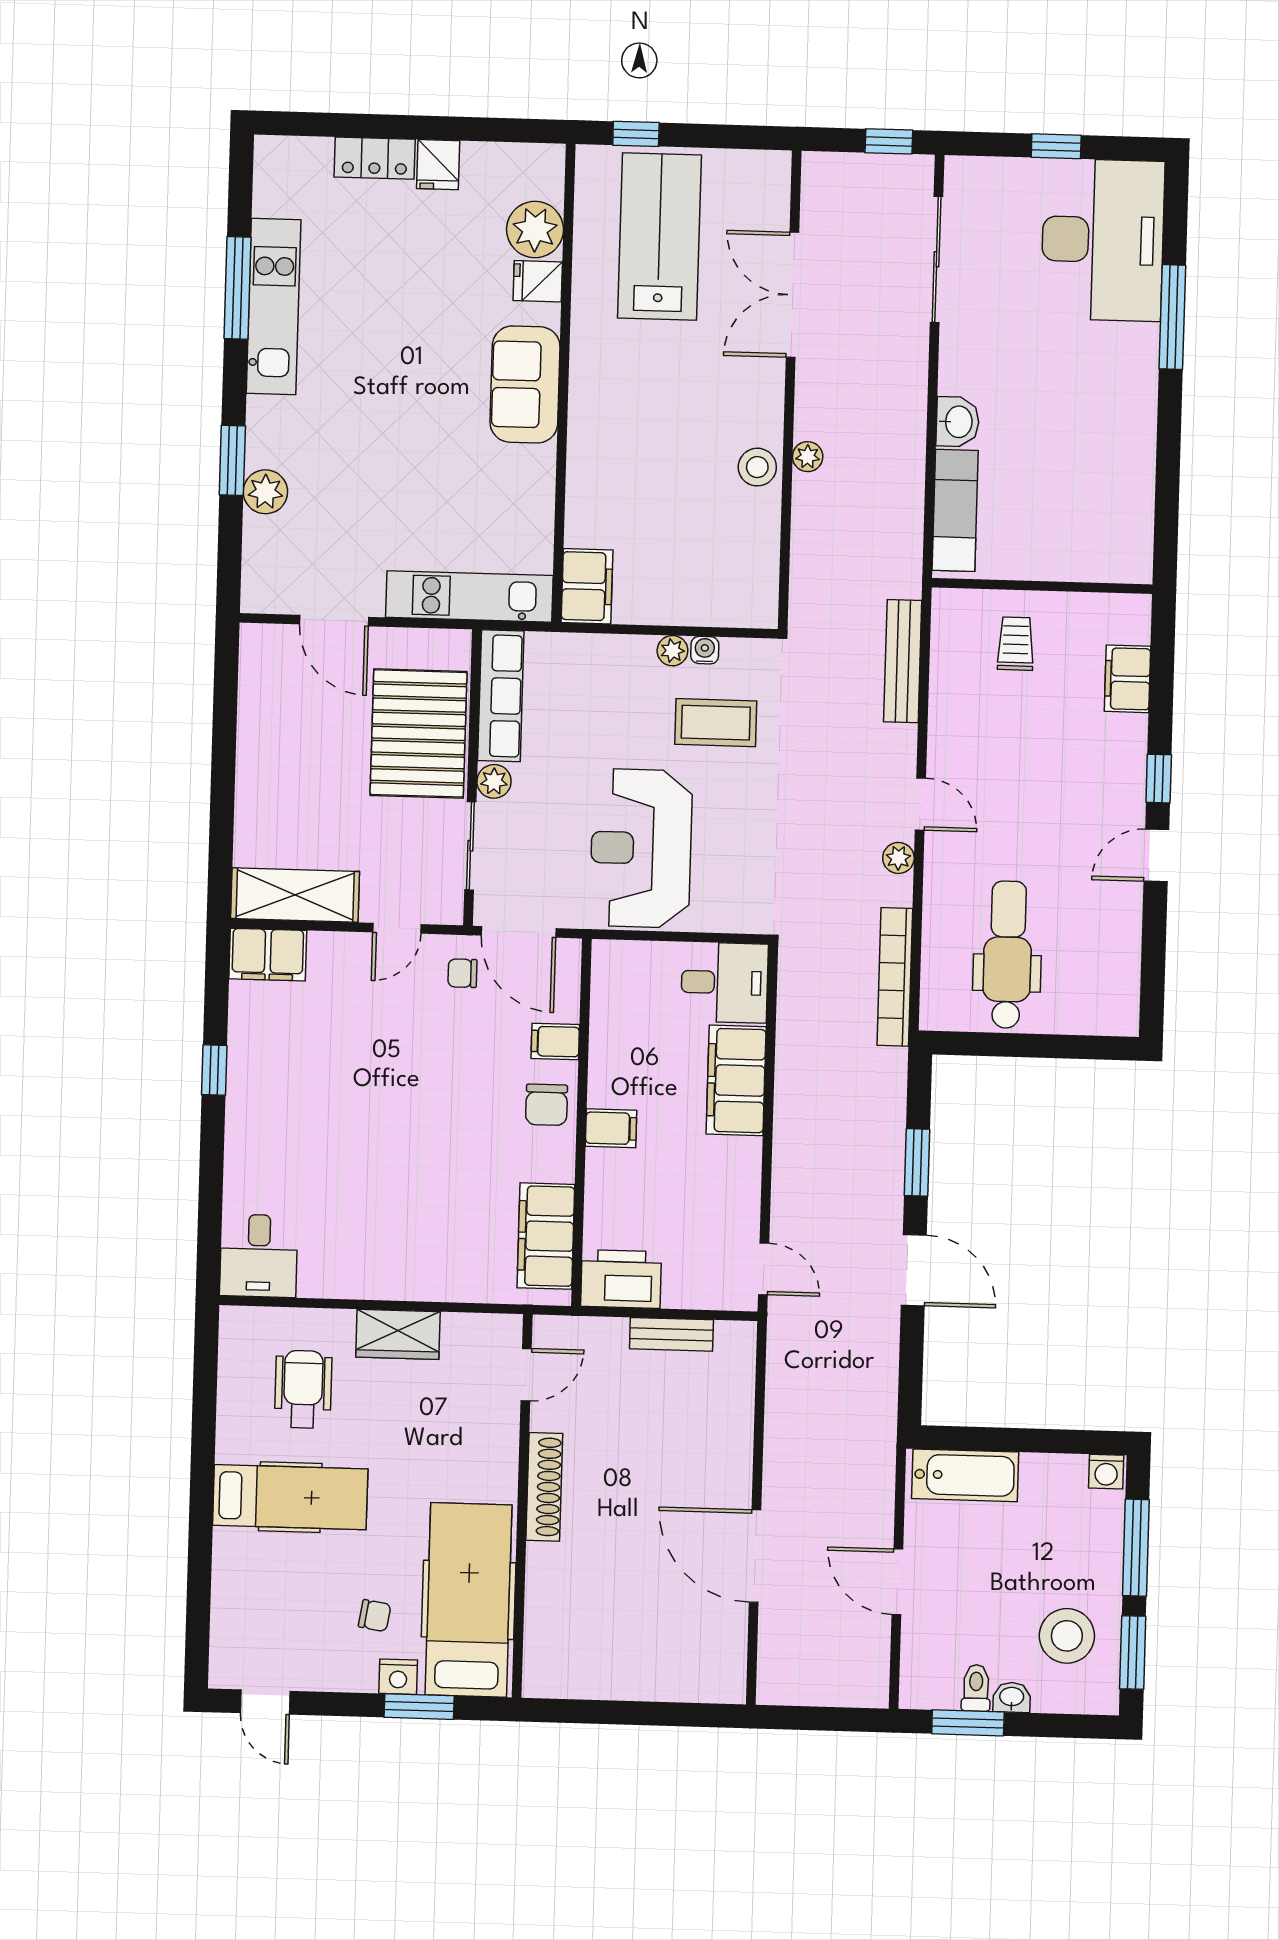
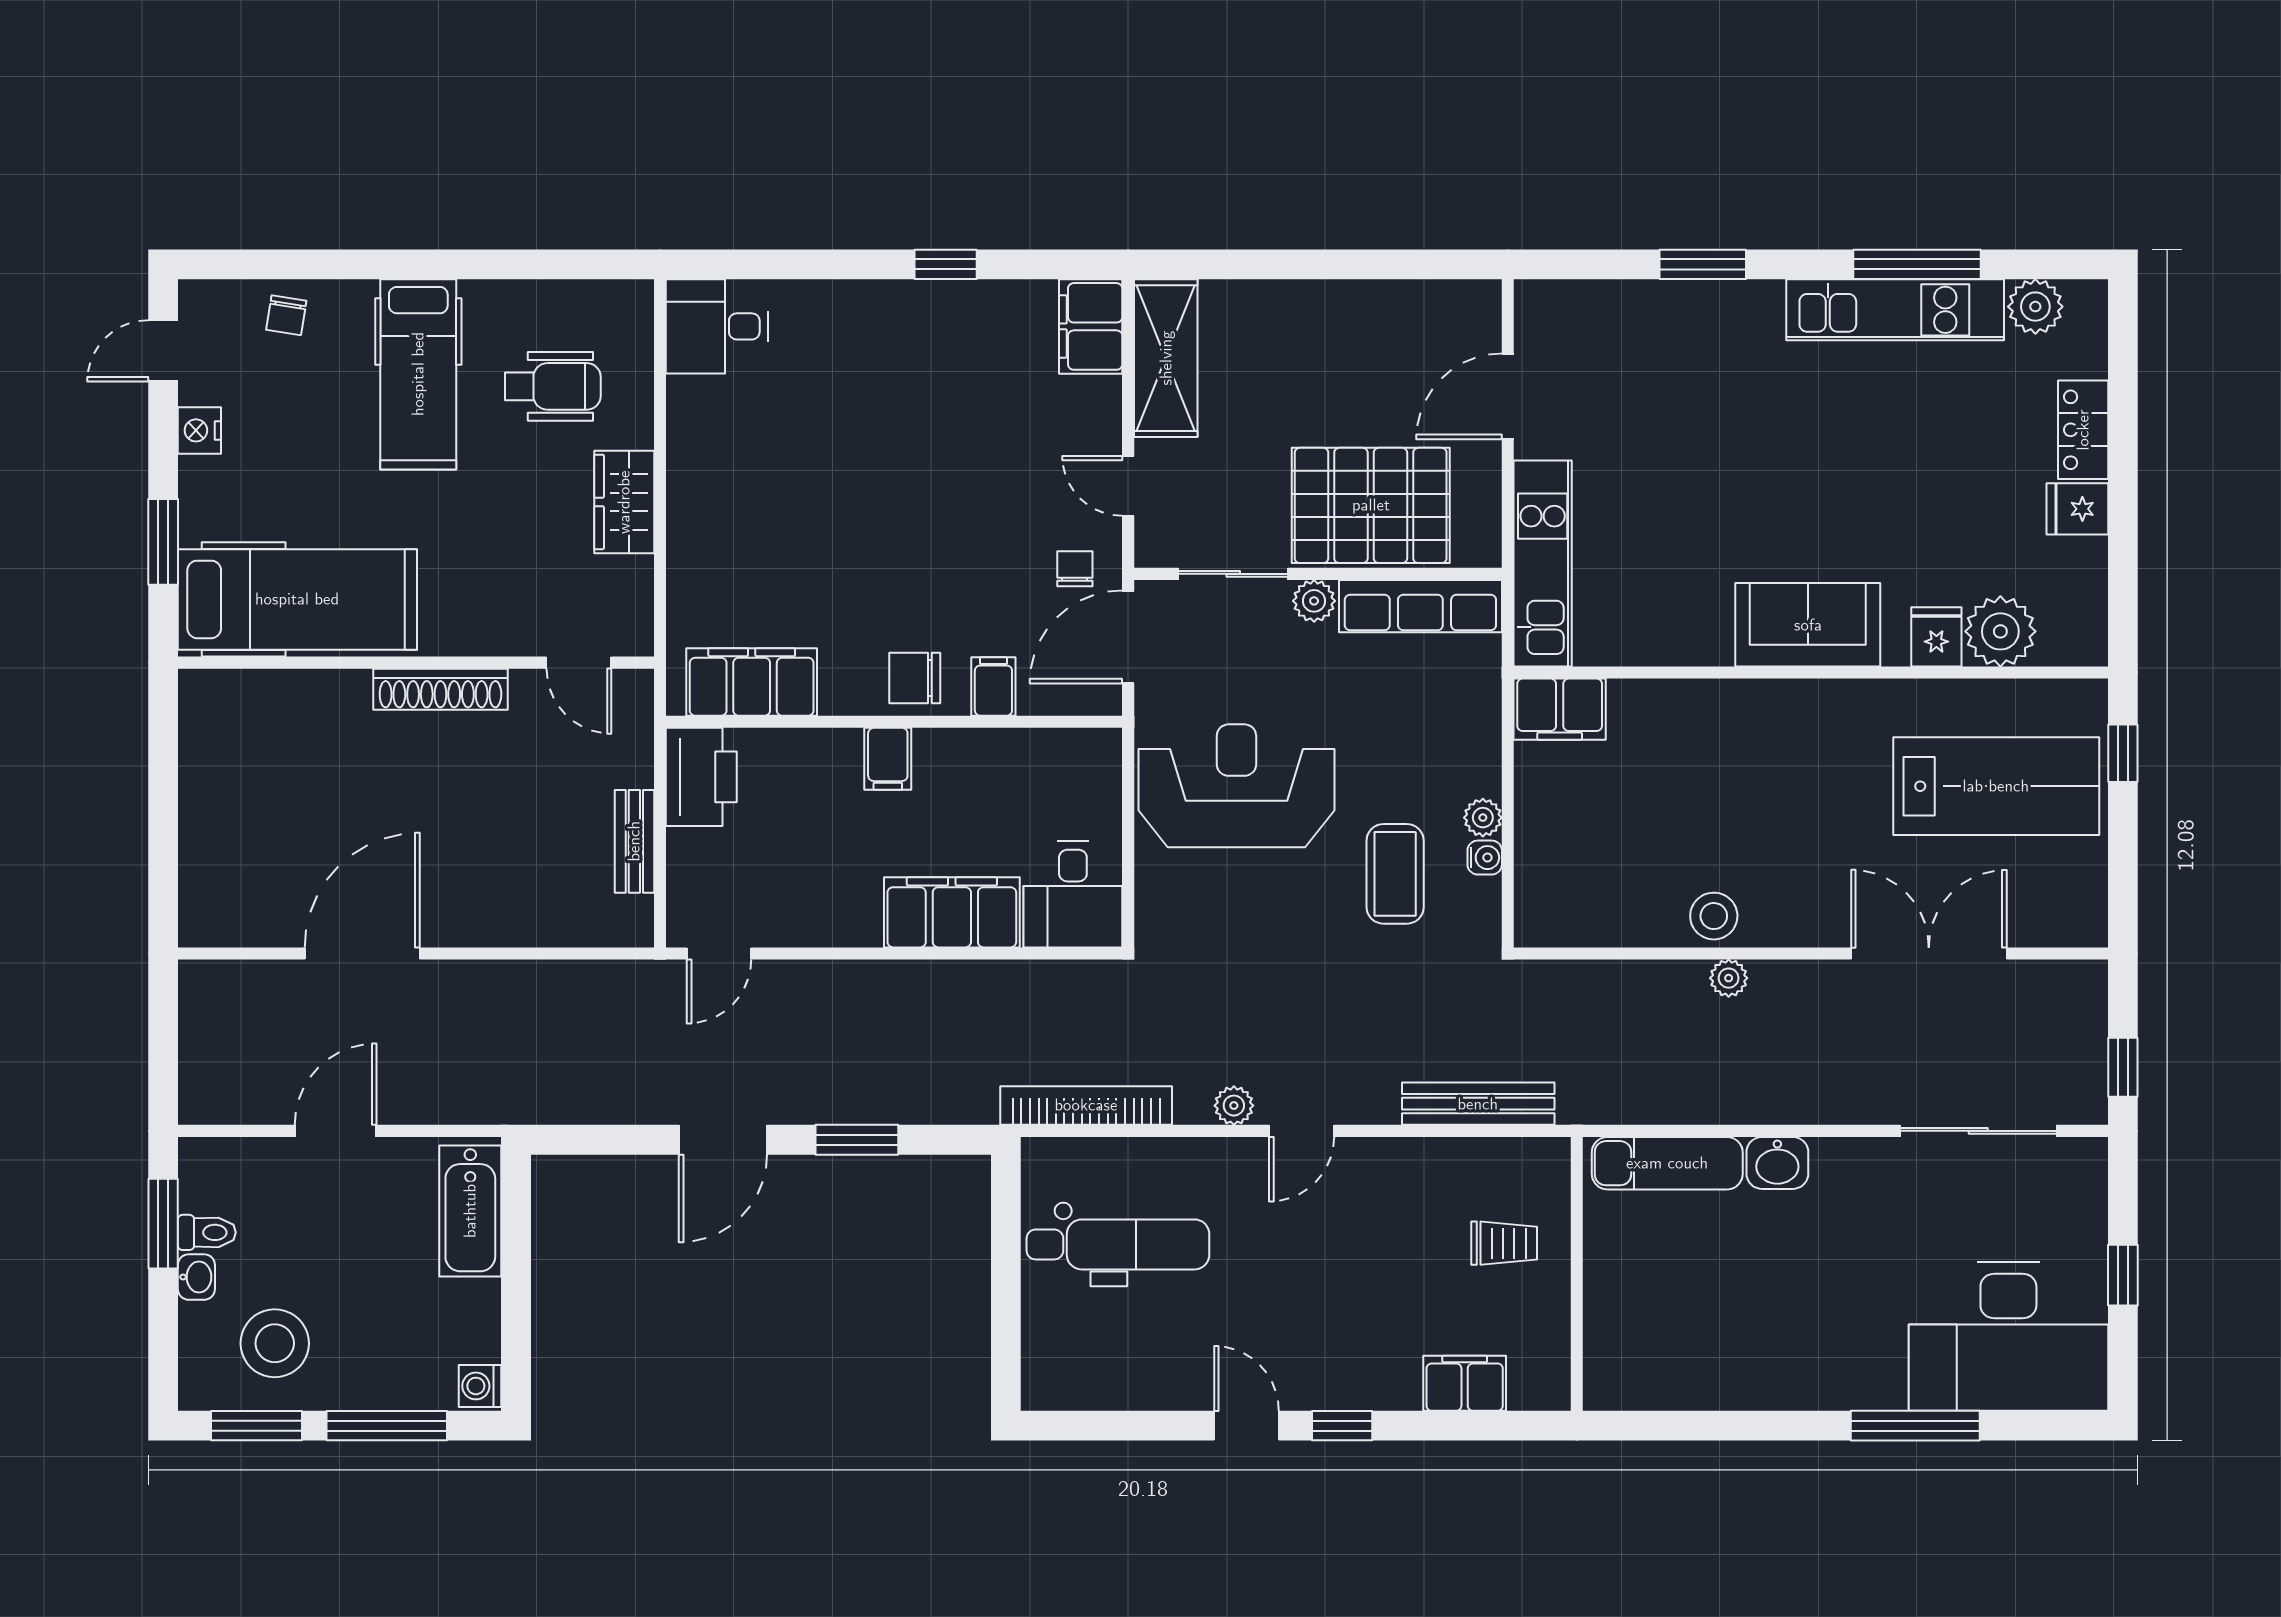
plant: (265, 492) -> (2035, 307), moved
chair: (375, 1616) -> (286, 315), moved
nightstand: (398, 1677) -> (199, 430), moved

